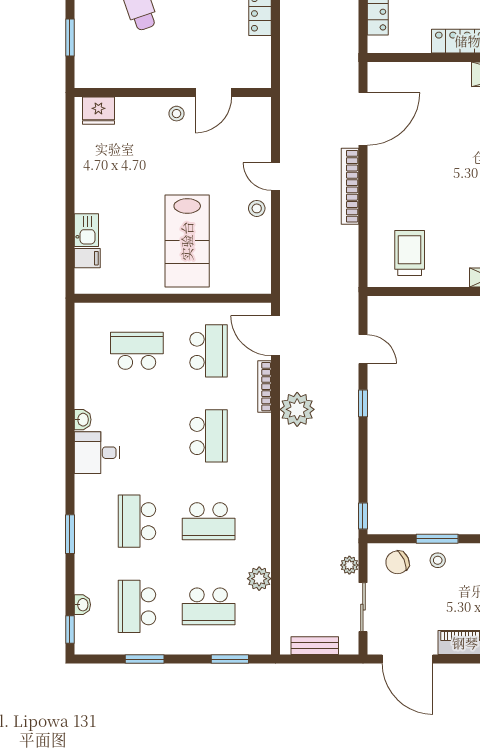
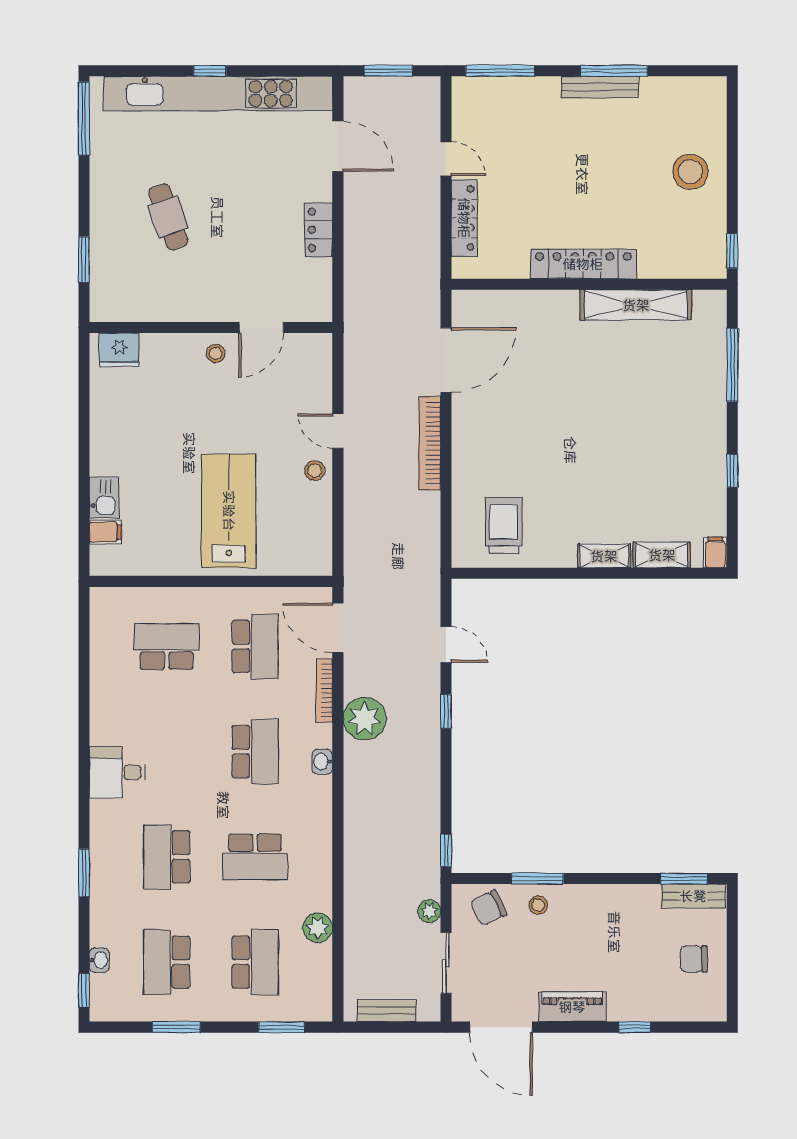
lab bench: (187, 241) -> (229, 511), turned 180
washbasin: (83, 420) -> (322, 762), moved, turned 180
school desk: (209, 606) -> (255, 962), turned -90

